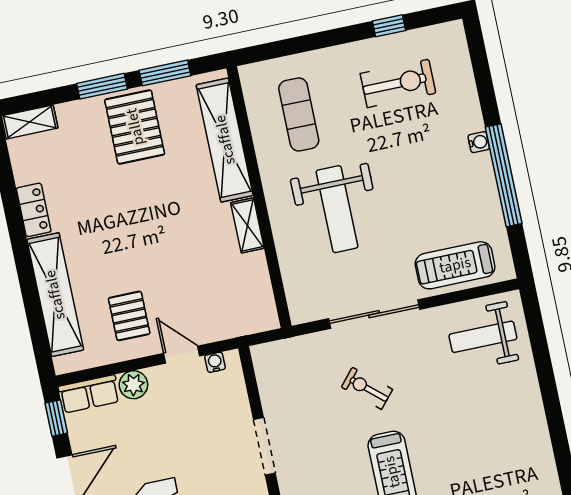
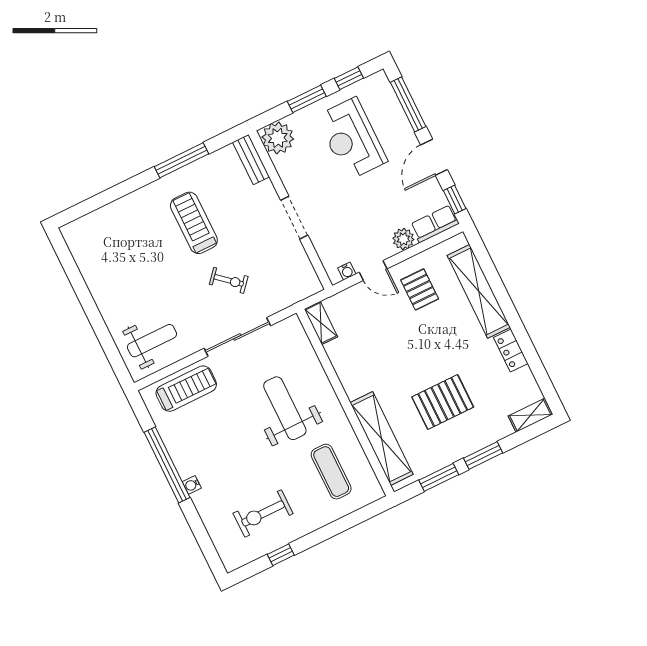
pallet: (135, 127) -> (443, 402), moved, turned 90
shelving: (247, 225) -> (321, 323), moved

